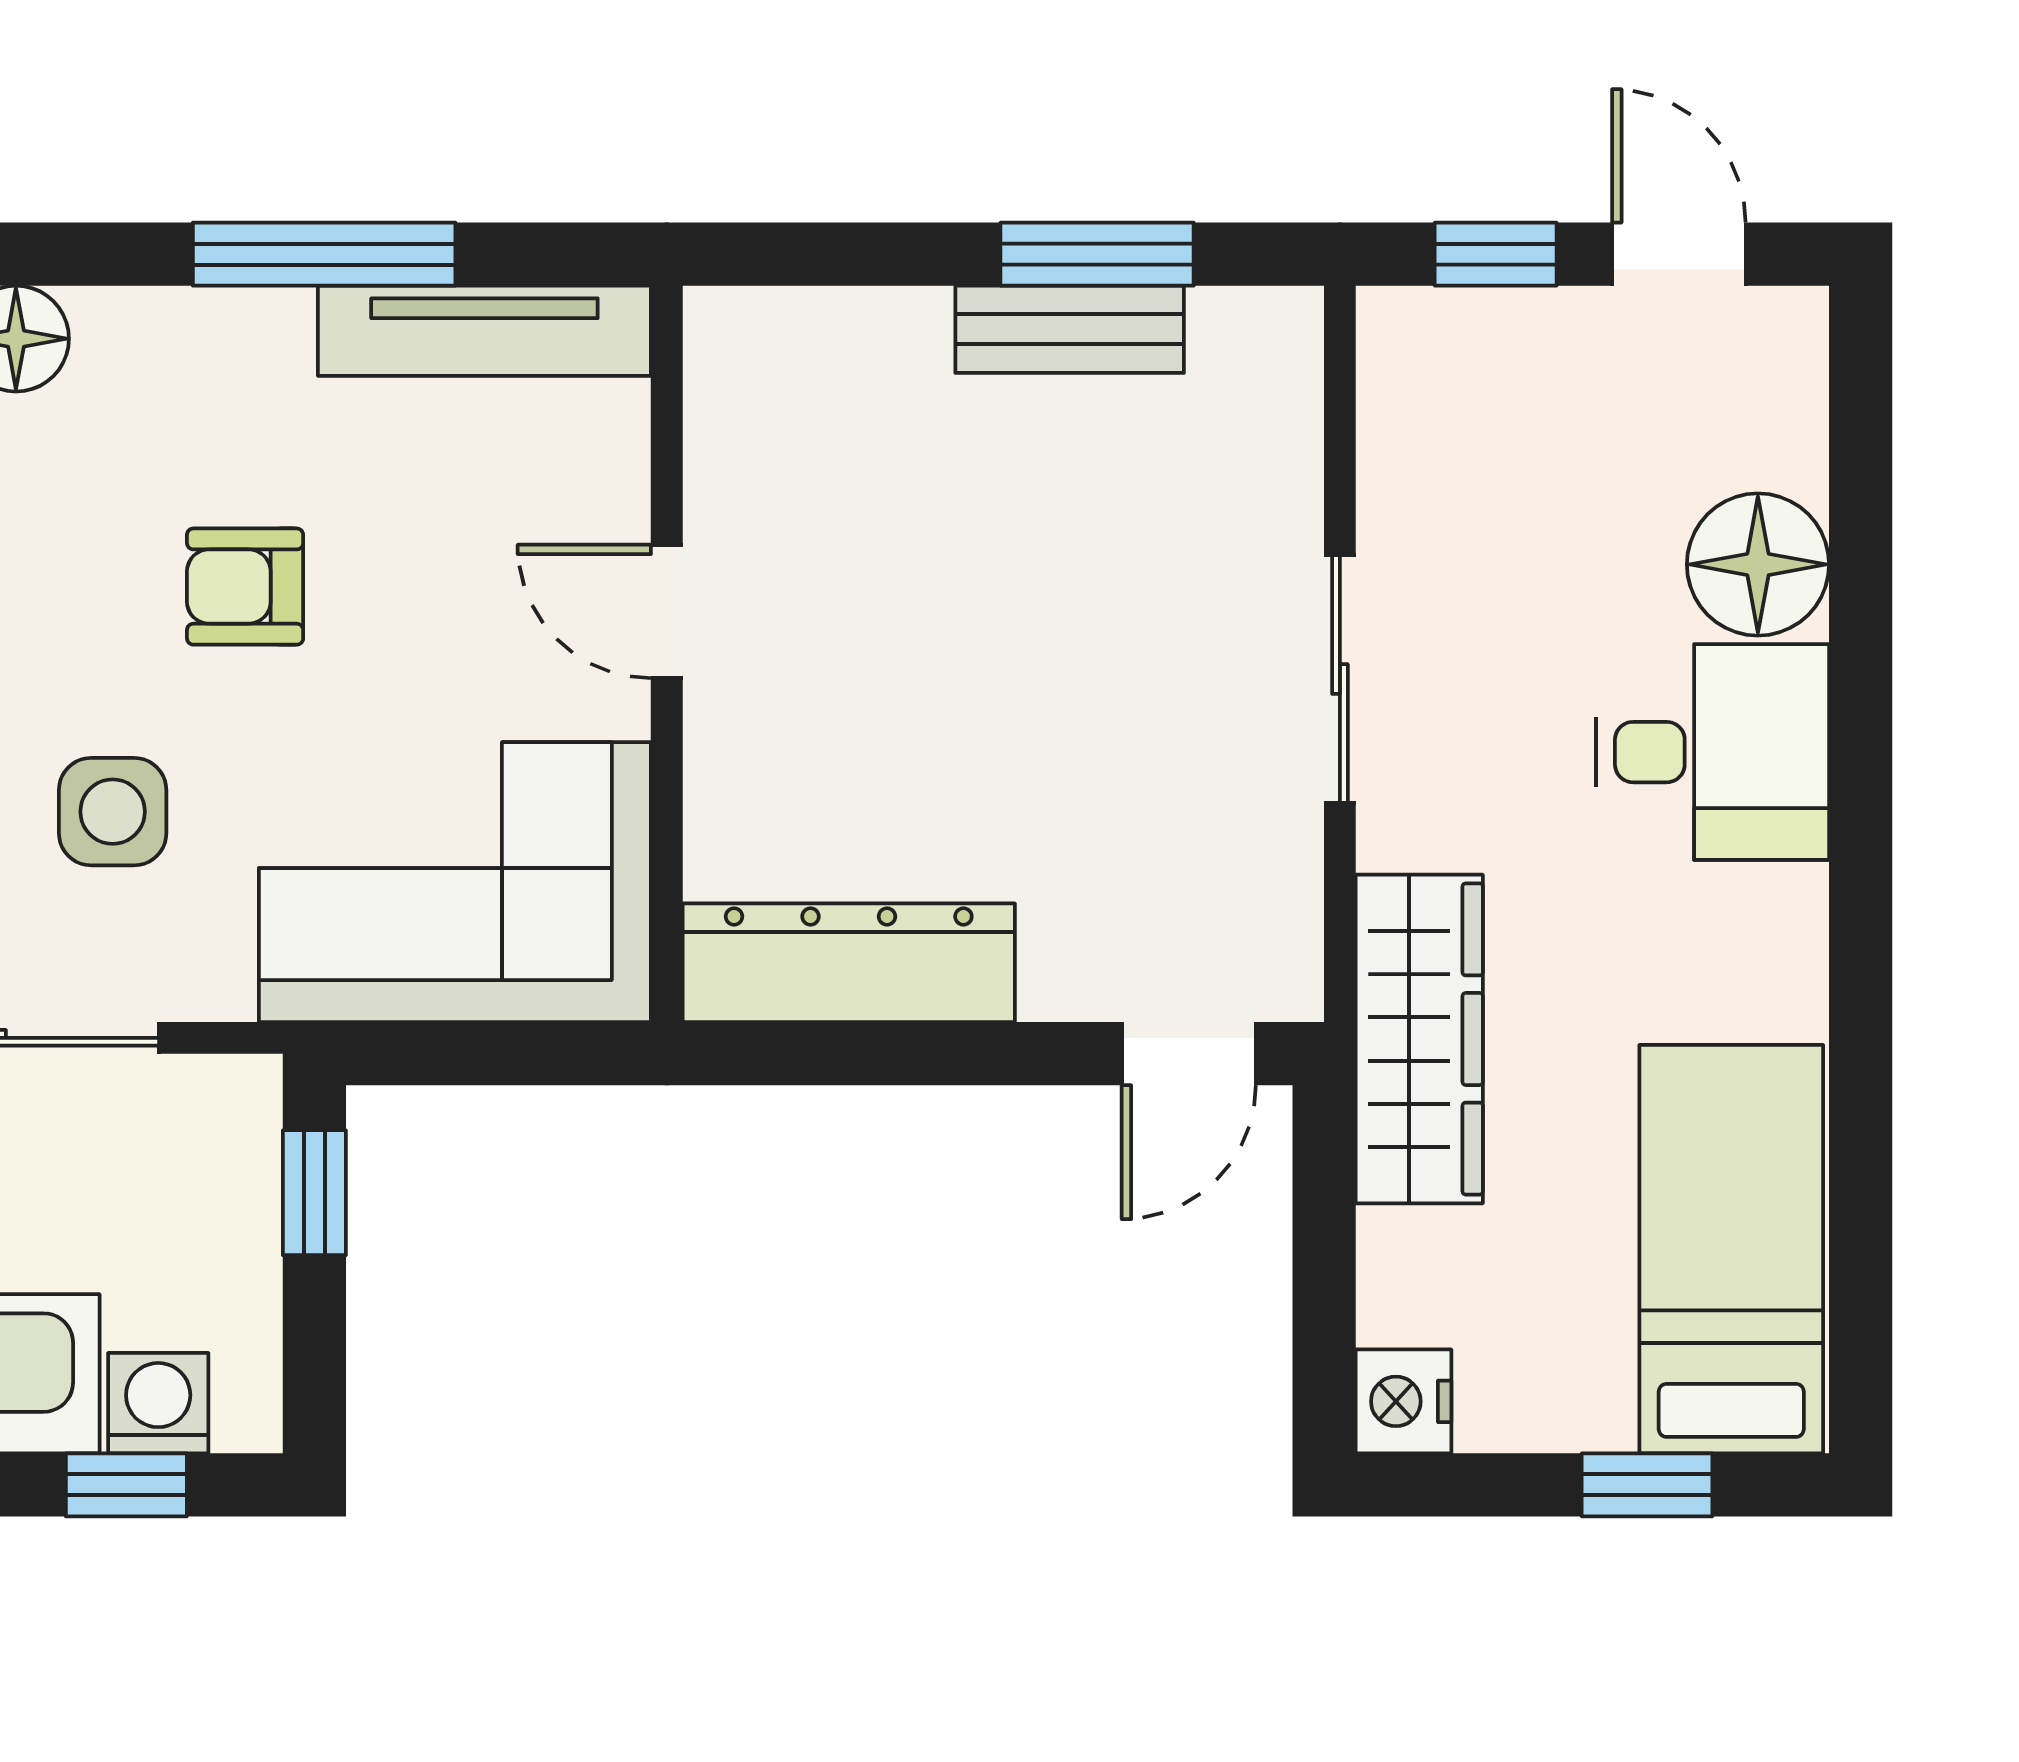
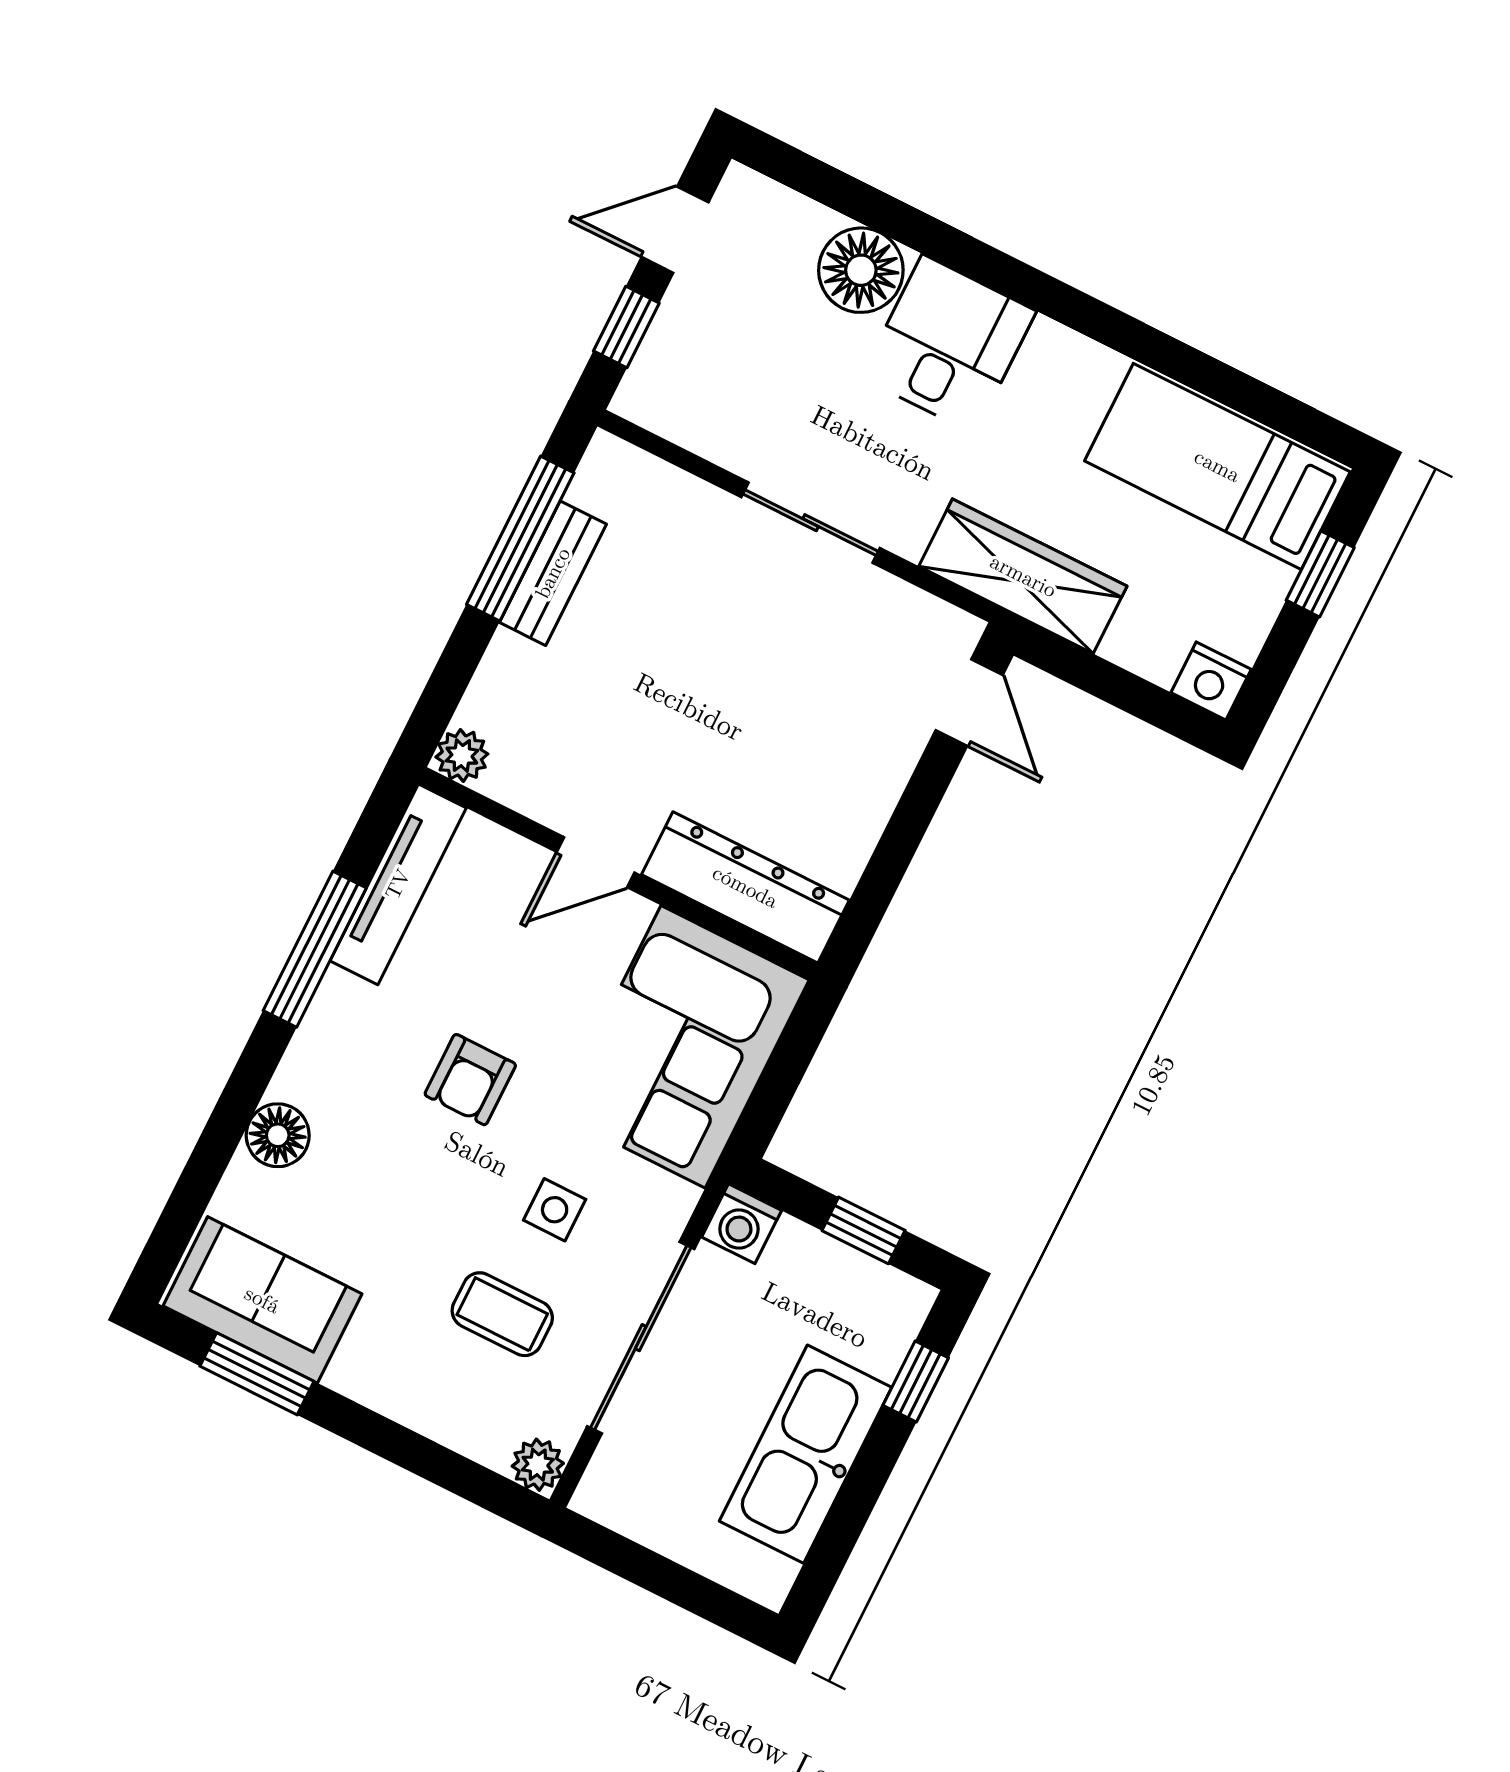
window: (1097, 254) -> (520, 539), width x1.44
plant: (727, 330) -> (462, 756), added
side table: (113, 812) -> (555, 1210), width x0.73, depth x0.73
dresser: (849, 963) -> (745, 887), moved, turned 90
window: (314, 1193) -> (864, 1230), moved
washing machine: (158, 1403) -> (742, 1224), moved, turned -90

